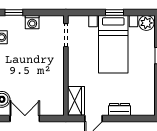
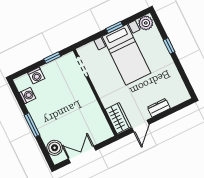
window: (14, 13) -> (52, 58), moved
washing machine: (32, 22) -> (36, 76), moved

